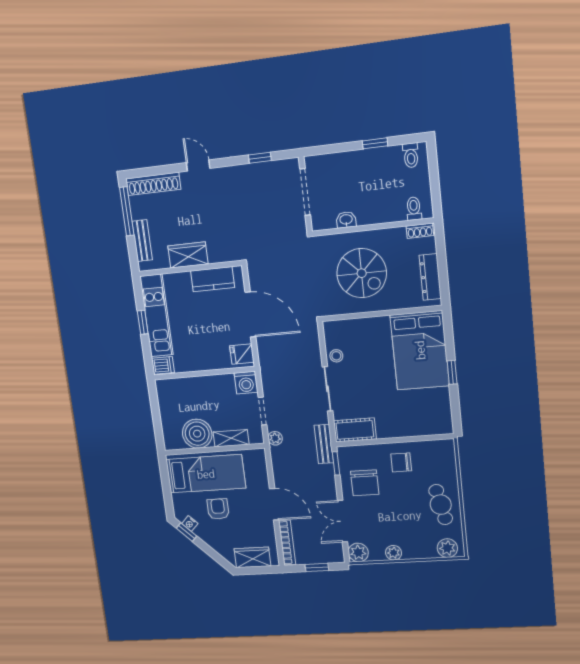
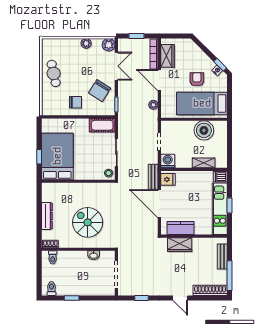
wardrobe: (188, 255) -> (180, 245), moved
wall: (381, 313) -> (78, 181), moved
bed: (420, 350) -> (57, 156), moved
shelving: (231, 438) -> (204, 163), moved
plant: (275, 438) -> (153, 105), moved
bench: (324, 444) -> (153, 177), moved
chair: (365, 483) -> (100, 91), turned -148
armchair: (218, 509) -> (197, 79), turned 180
plant: (447, 548) -> (52, 45), removed
wardrobe: (252, 557) -> (167, 56), moved, turned -90

